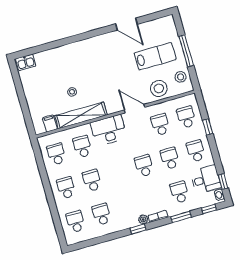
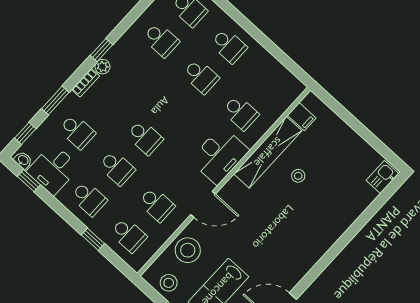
school desk: (56, 154) -> (269, 82), removed

